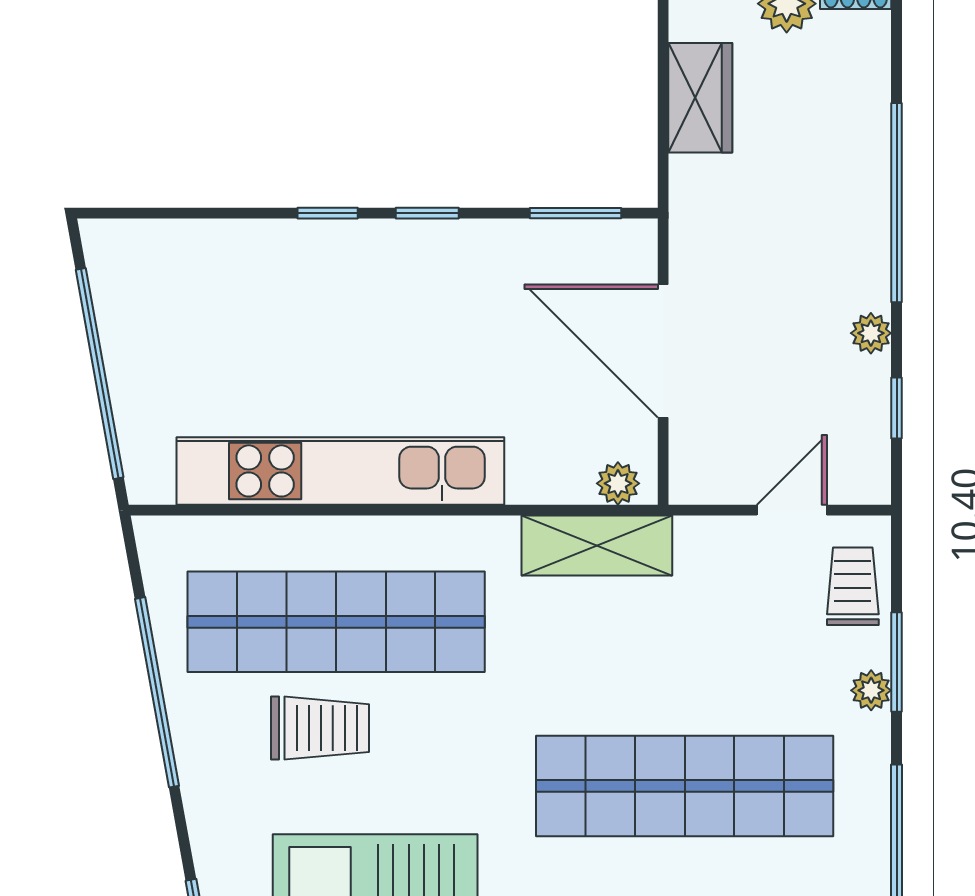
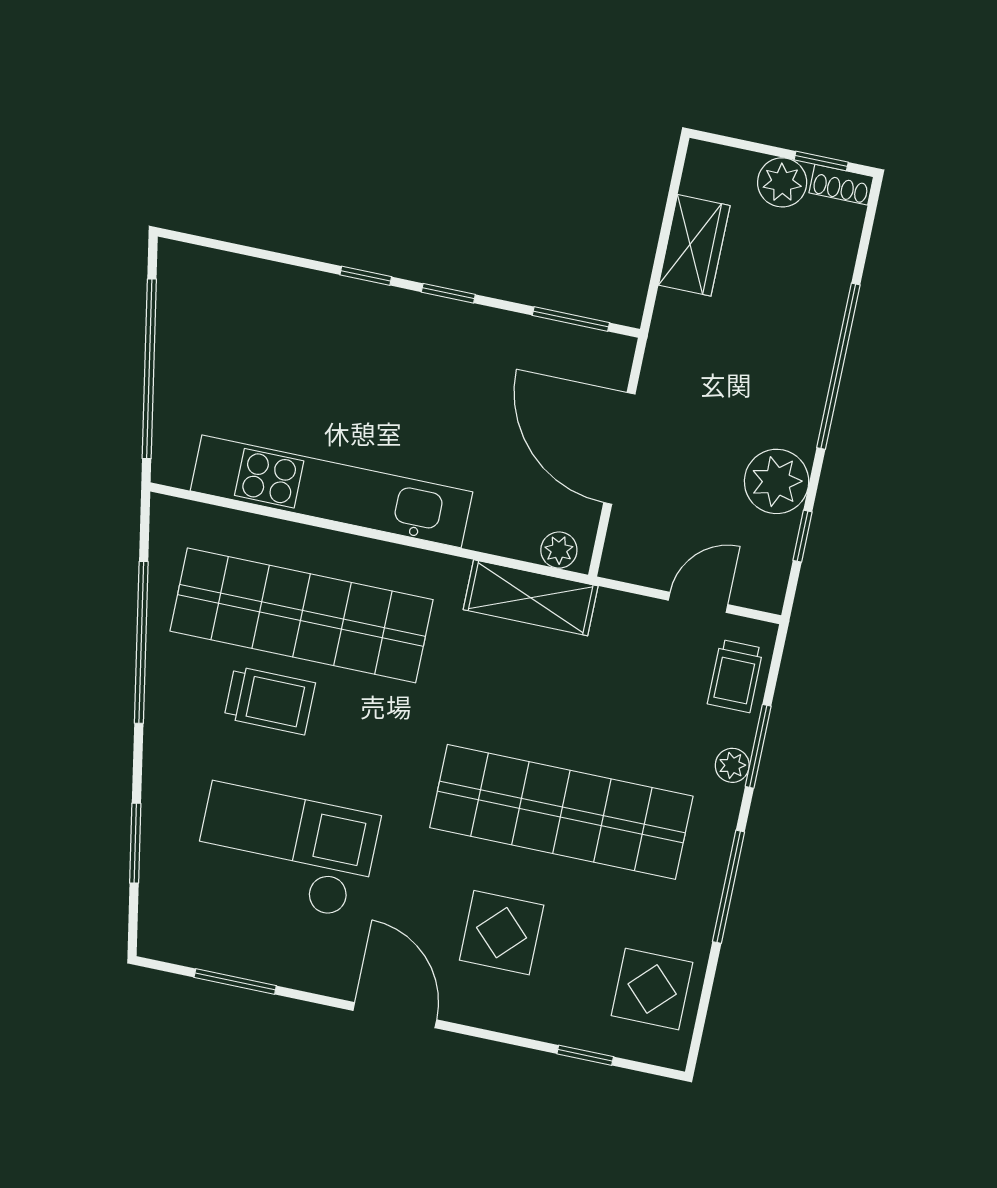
plant: (871, 333) -> (777, 481), width x1.87, depth x1.87
trolley: (853, 586) -> (735, 676), turned 180

